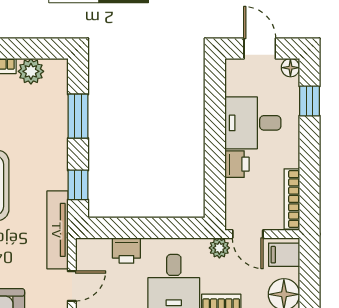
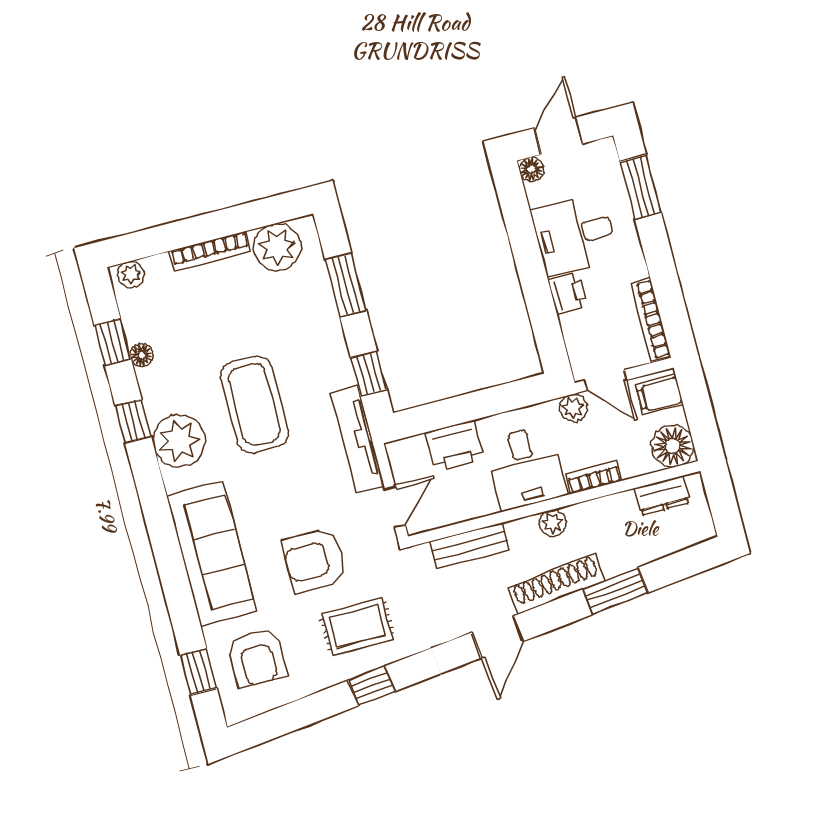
door: (260, 49) -> (558, 136), hinge flipped
floor lamp: (290, 68) -> (531, 169), moved
plant: (31, 71) -> (277, 247), width x1.36, depth x1.36
window: (310, 101) -> (641, 187), width x1.50
printer: (126, 250) -> (455, 446), width x1.36, depth x1.24

